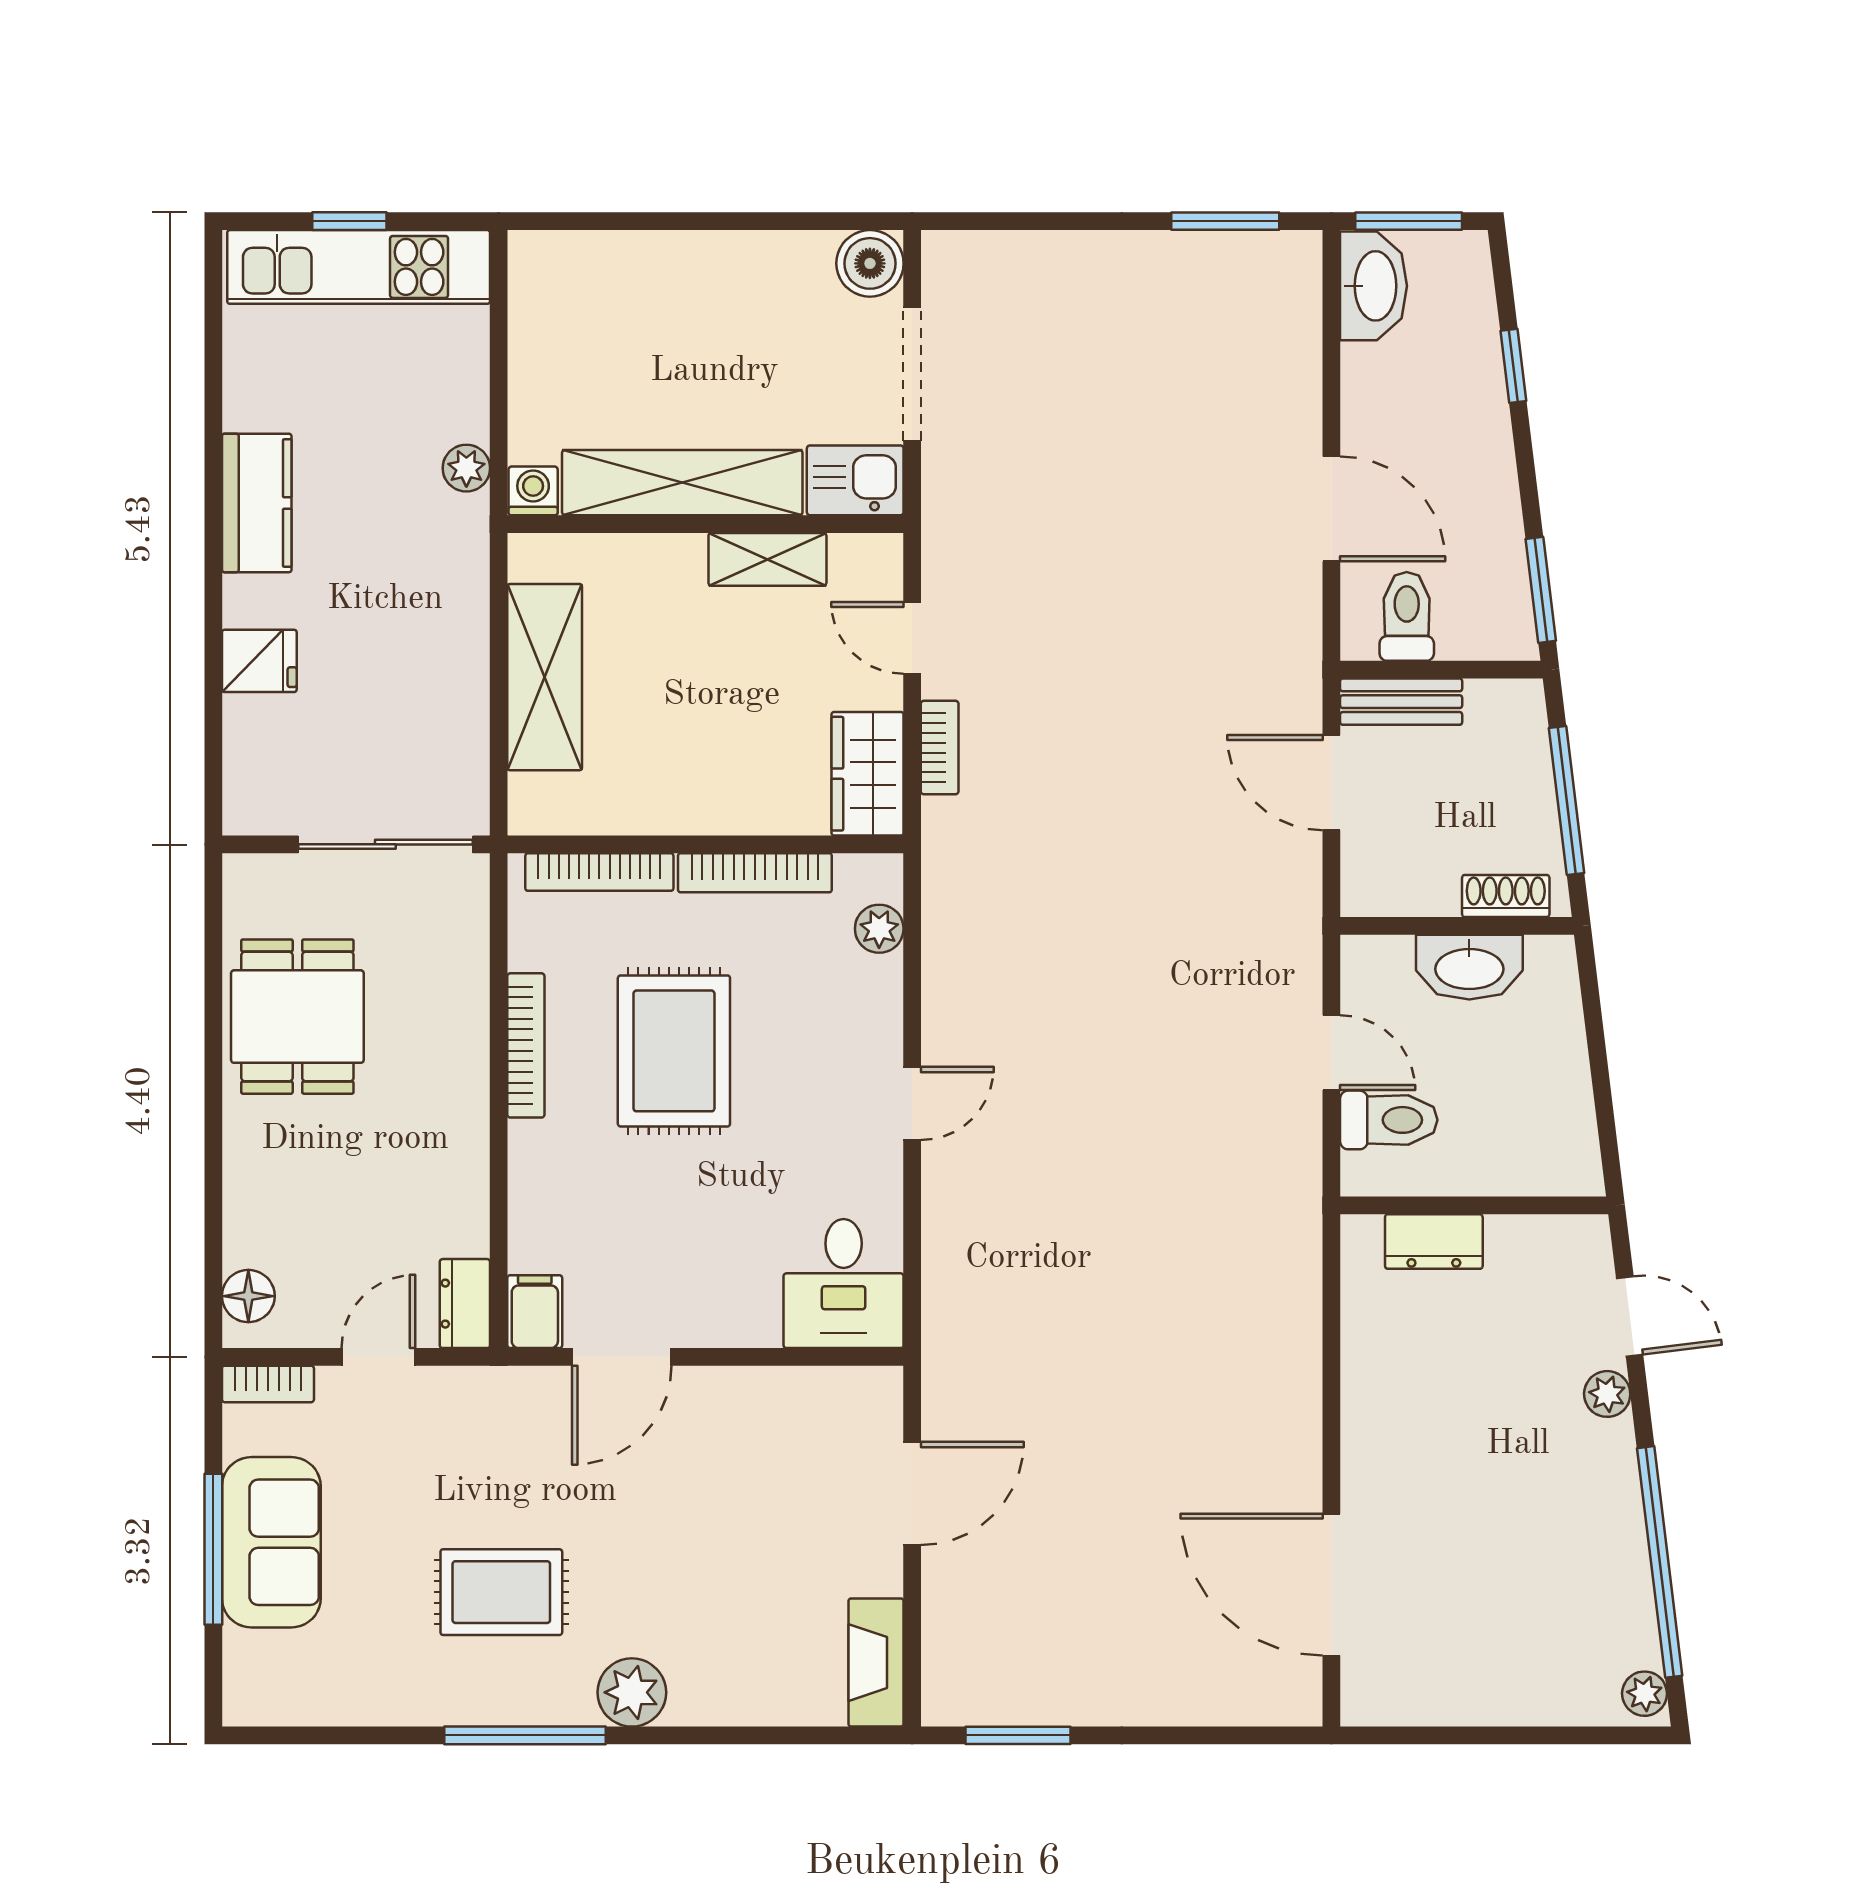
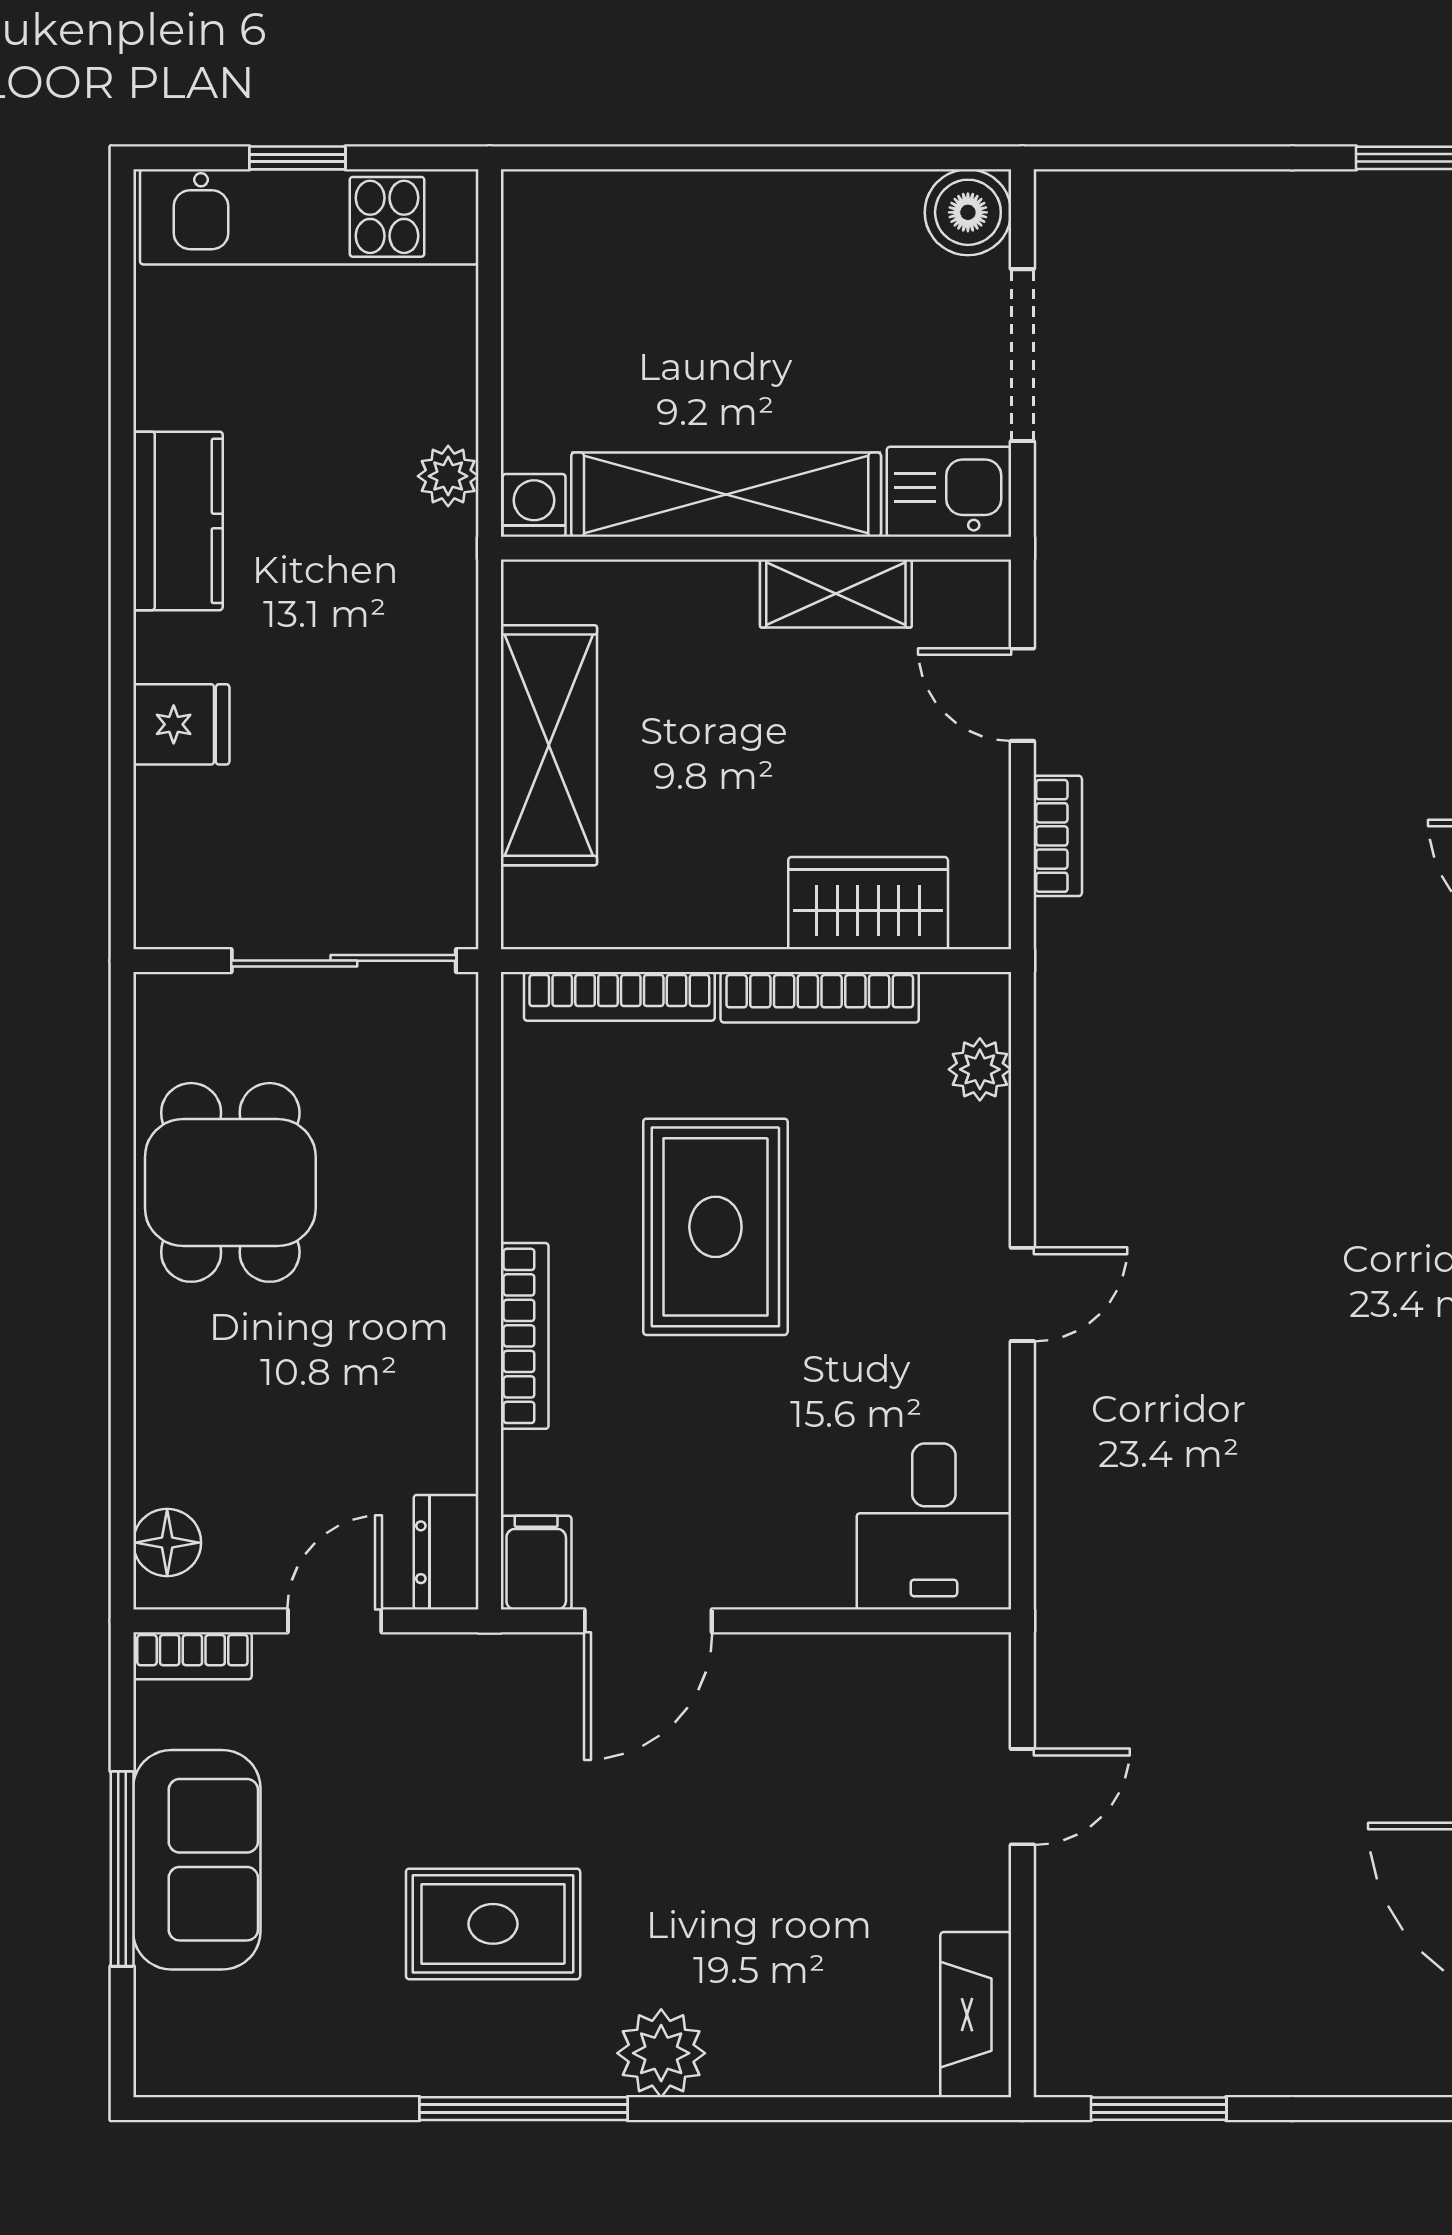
wardrobe: (868, 774) -> (868, 903), moved, turned 90
bookcase: (526, 1045) -> (525, 1336), moved
door: (912, 1493) -> (1022, 1797), width x0.73

